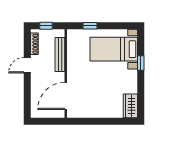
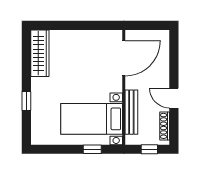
bed with nightstands: (114, 49) -> (92, 119), moved, turned 180
door: (27, 65) -> (174, 98), swing flipped
wardrobe: (130, 106) -> (40, 53), width x1.50

